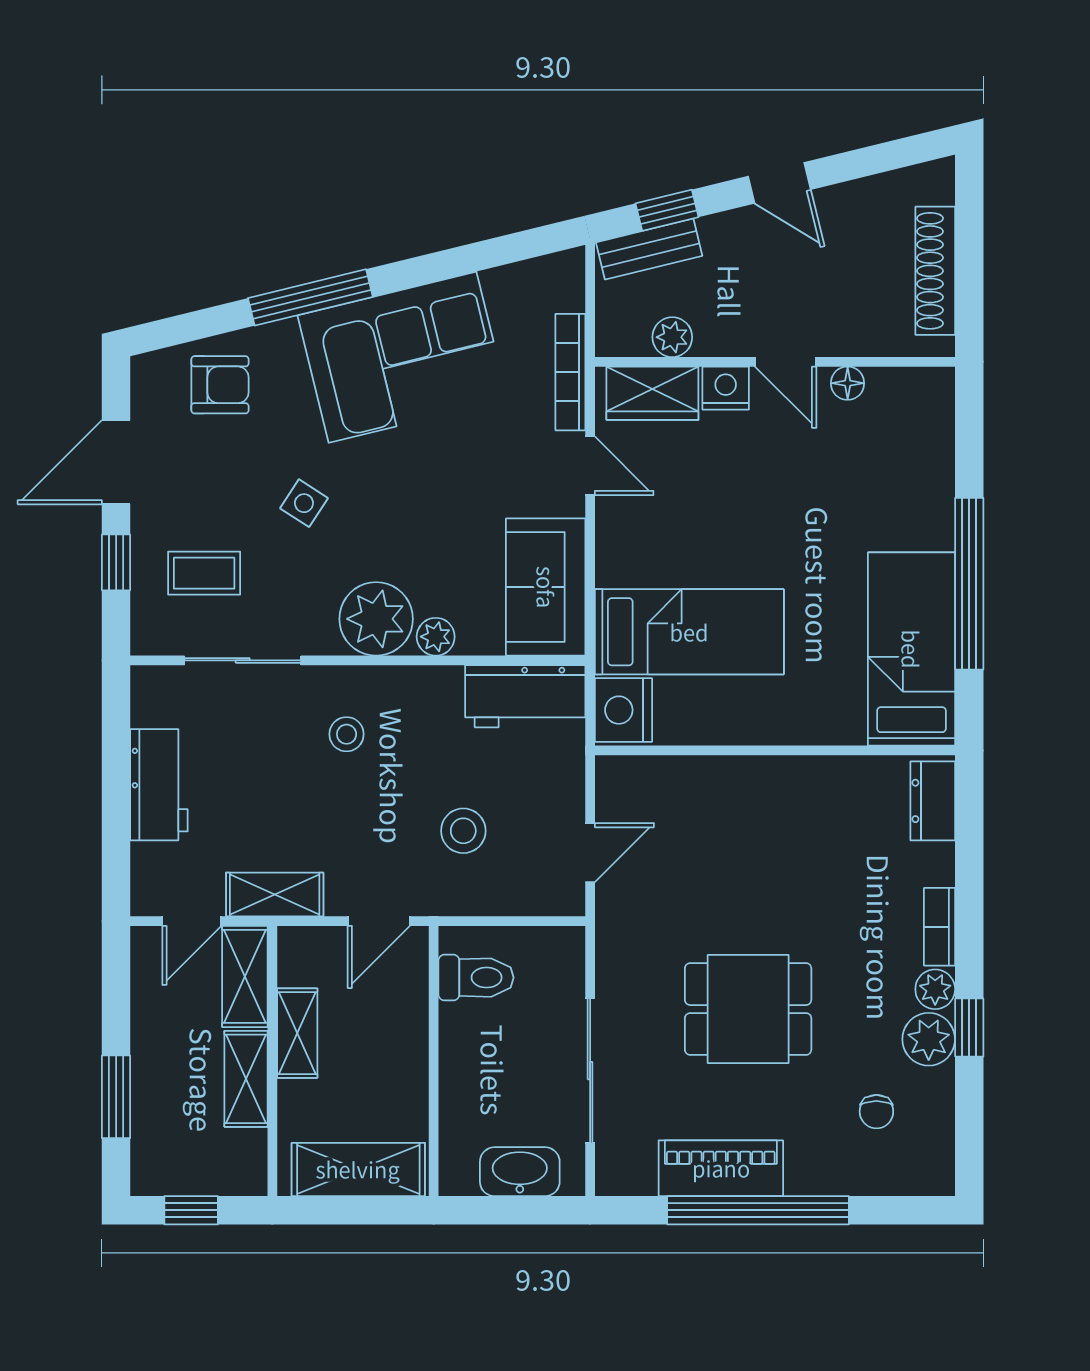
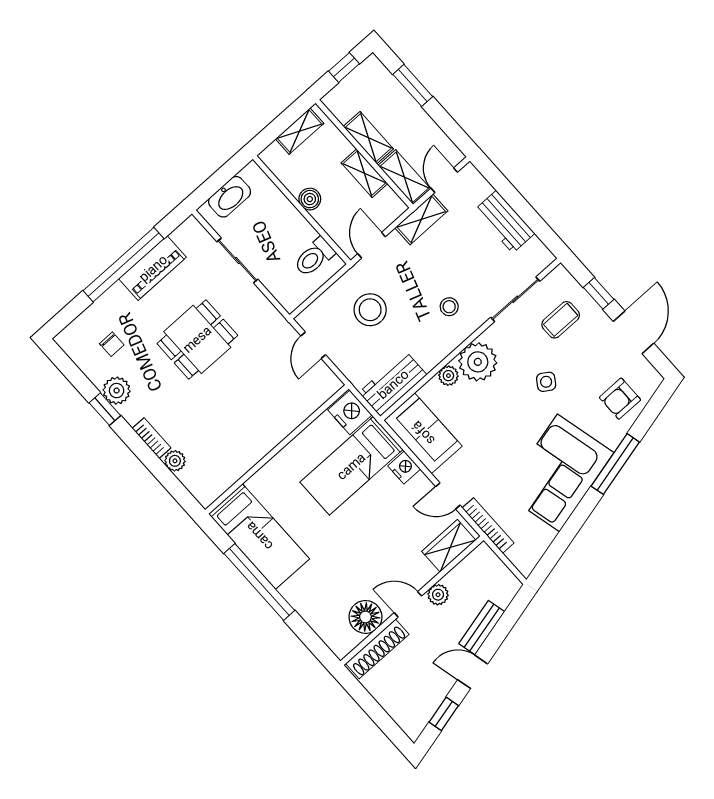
window: (667, 210) -> (444, 714), moved
bench: (649, 249) -> (482, 628), moved
shoe rack: (935, 271) -> (377, 649), moved, turned 90
plant: (672, 337) -> (438, 595), moved
floor lamp: (848, 383) -> (365, 617), width x1.89, depth x1.89
nightstand: (726, 388) -> (404, 468), moved, turned -90
dresser: (933, 801) -> (198, 485), removed
stool: (463, 831) -> (370, 310), width x1.38, depth x1.38
plant: (935, 989) -> (175, 461), moved
boiler: (408, 1066) -> (310, 199), added
sliding door: (590, 1071) -> (237, 261), width x0.73
chair: (876, 1112) -> (112, 344), turned 180
shelving: (358, 1169) -> (300, 131), width x0.67, depth x0.75

